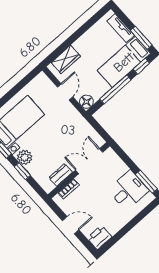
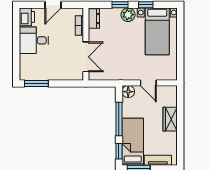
wardrobe: (66, 59) -> (170, 119), moved
dresser: (61, 175) -> (94, 19), moved
desk: (128, 190) -> (34, 40), moved, turned 90

